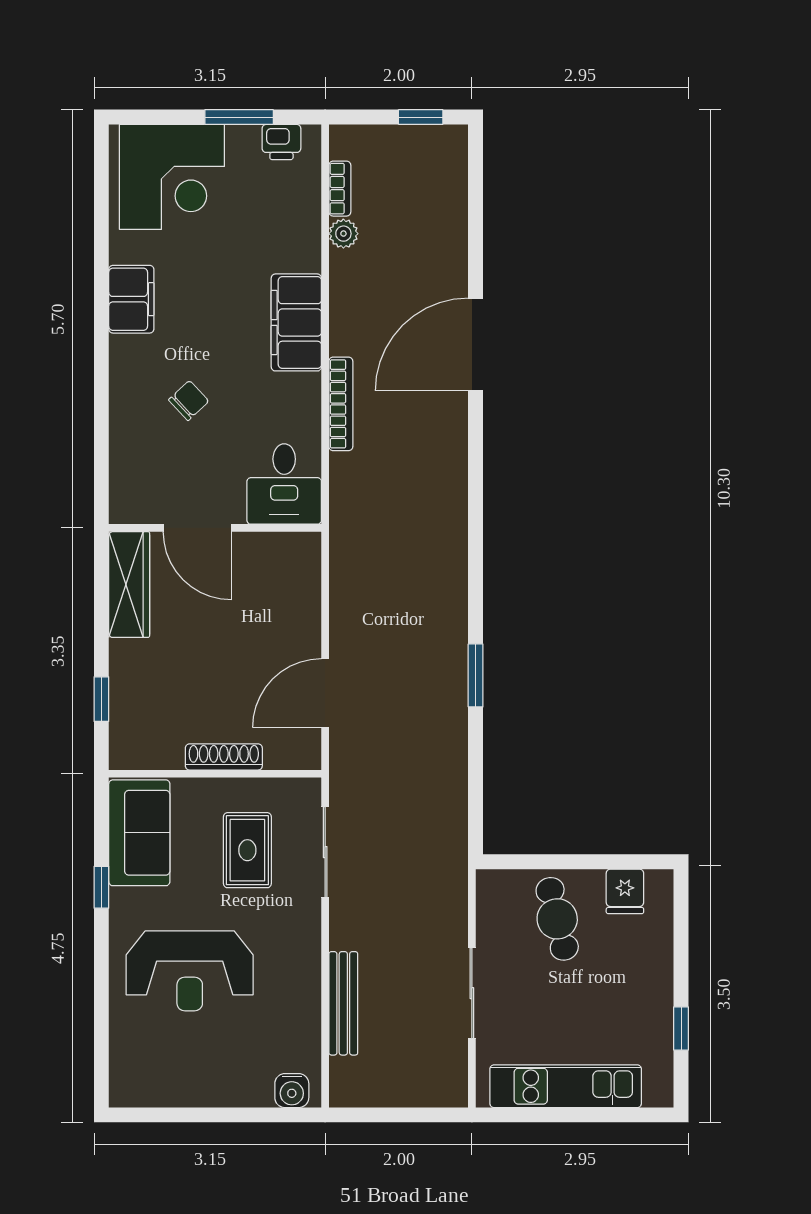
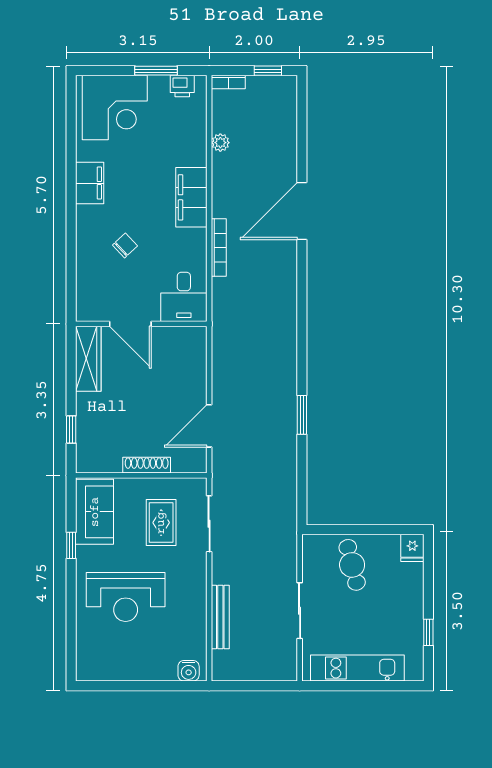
bookcase: (340, 189) -> (228, 82), moved, turned 90
fridge: (625, 891) -> (412, 548), moved

